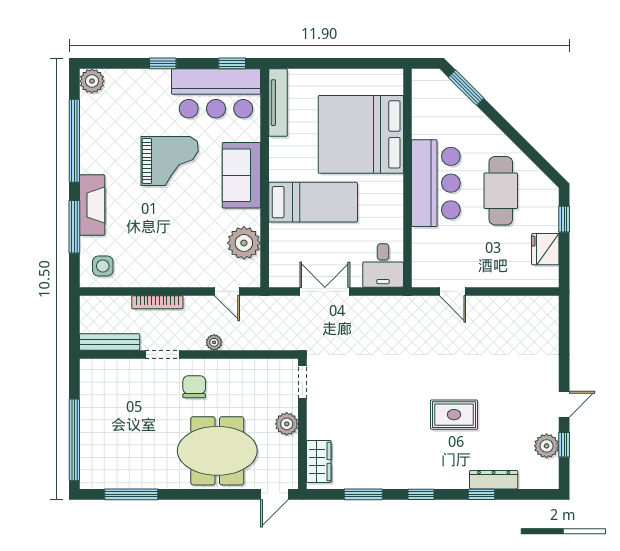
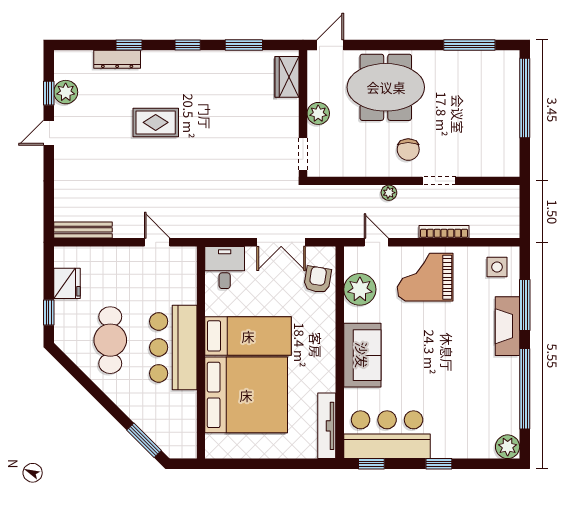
grand piano: (170, 161) -> (425, 277), moved
bed: (313, 202) -> (248, 336), moved, turned 180
armchair: (287, 253) -> (318, 280), added
bench: (110, 342) -> (83, 230), moved

